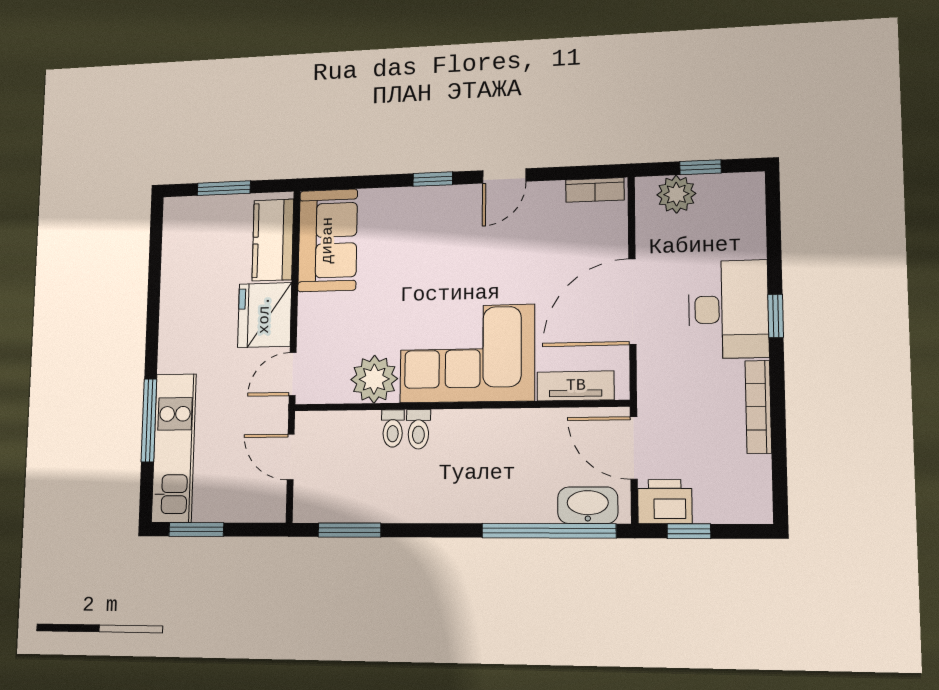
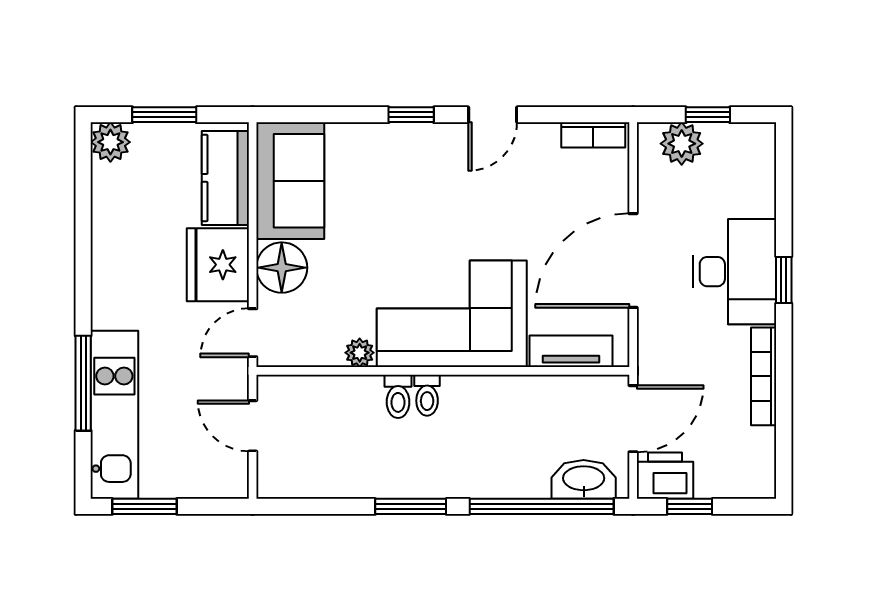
plant: (179, 213) -> (110, 142), added
floor lamp: (319, 316) -> (282, 268), added
plant: (374, 379) -> (360, 353), width x0.53, depth x0.53
toilet: (393, 428) -> (427, 395), moved
door: (634, 448) -> (633, 419), swing flipped
window: (349, 530) -> (411, 506), moved

